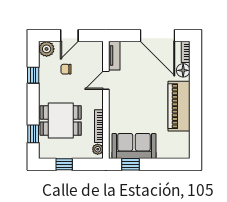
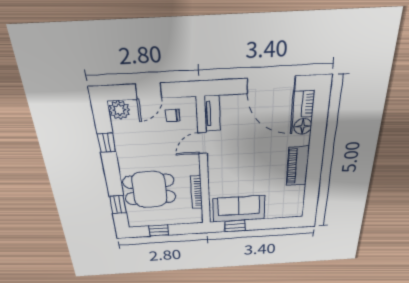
chair: (66, 69) -> (173, 115), moved
piano: (179, 106) -> (297, 166), width x0.73, depth x0.75
plant: (98, 149) -> (197, 215), removed

